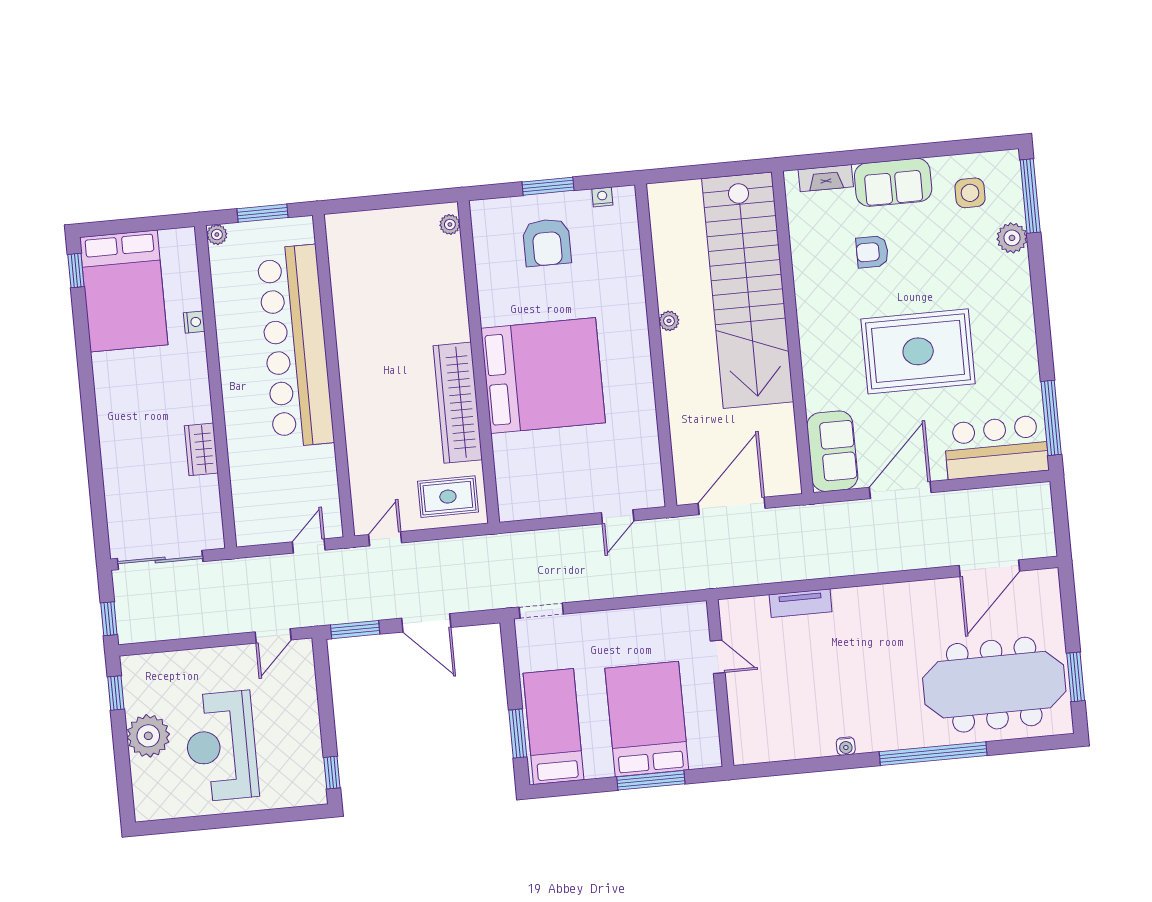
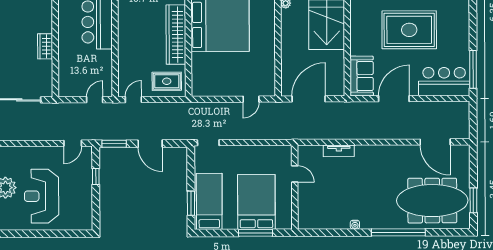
door: (989, 568) -> (435, 142), hinge flipped
window: (332, 773) -> (96, 176), moved

